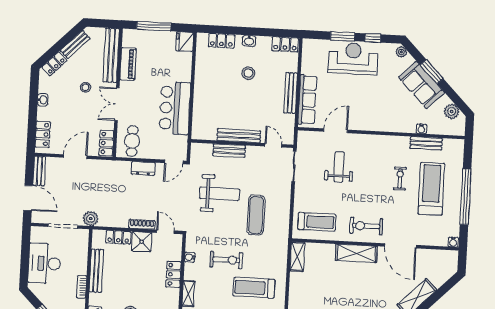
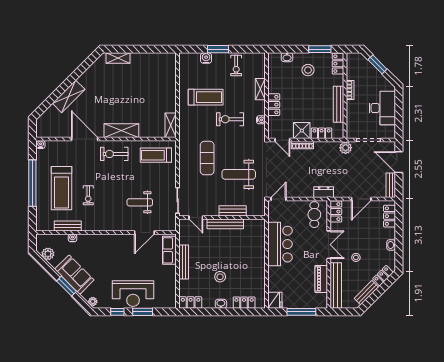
row of seats: (307, 100) -> (169, 250), width x0.68
weight bench: (339, 167) -> (140, 202), turned 90
dresser: (143, 168) -> (324, 192), moved
exercise bike: (366, 226) -> (114, 154), turned 180

